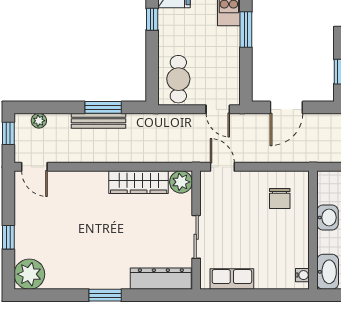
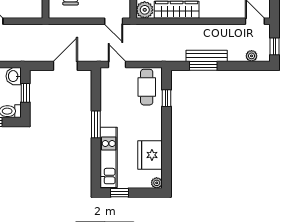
window: (152, 19) -> (166, 98), moved

